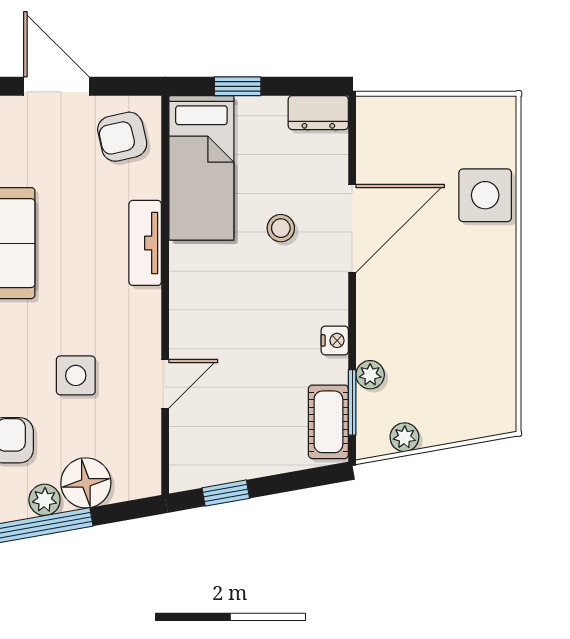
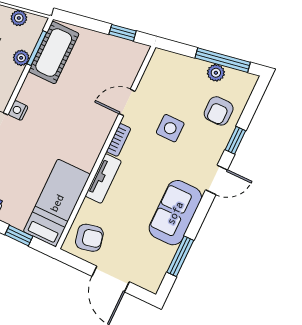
stool: (281, 228) -> (31, 153), removed
bookcase: (150, 317) -> (119, 140), added
nightstand: (335, 340) -> (18, 110), moved
cot: (328, 422) -> (54, 53), width x1.37, depth x1.34
floor lamp: (86, 483) -> (191, 71), removed

